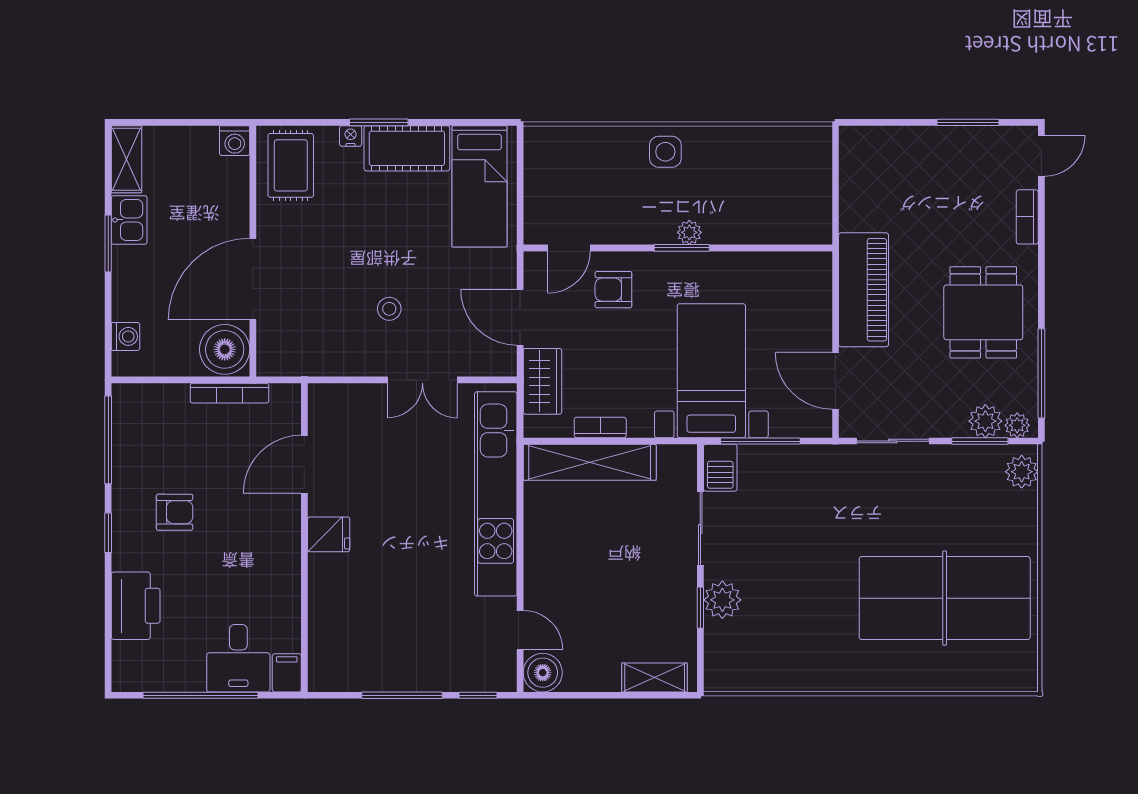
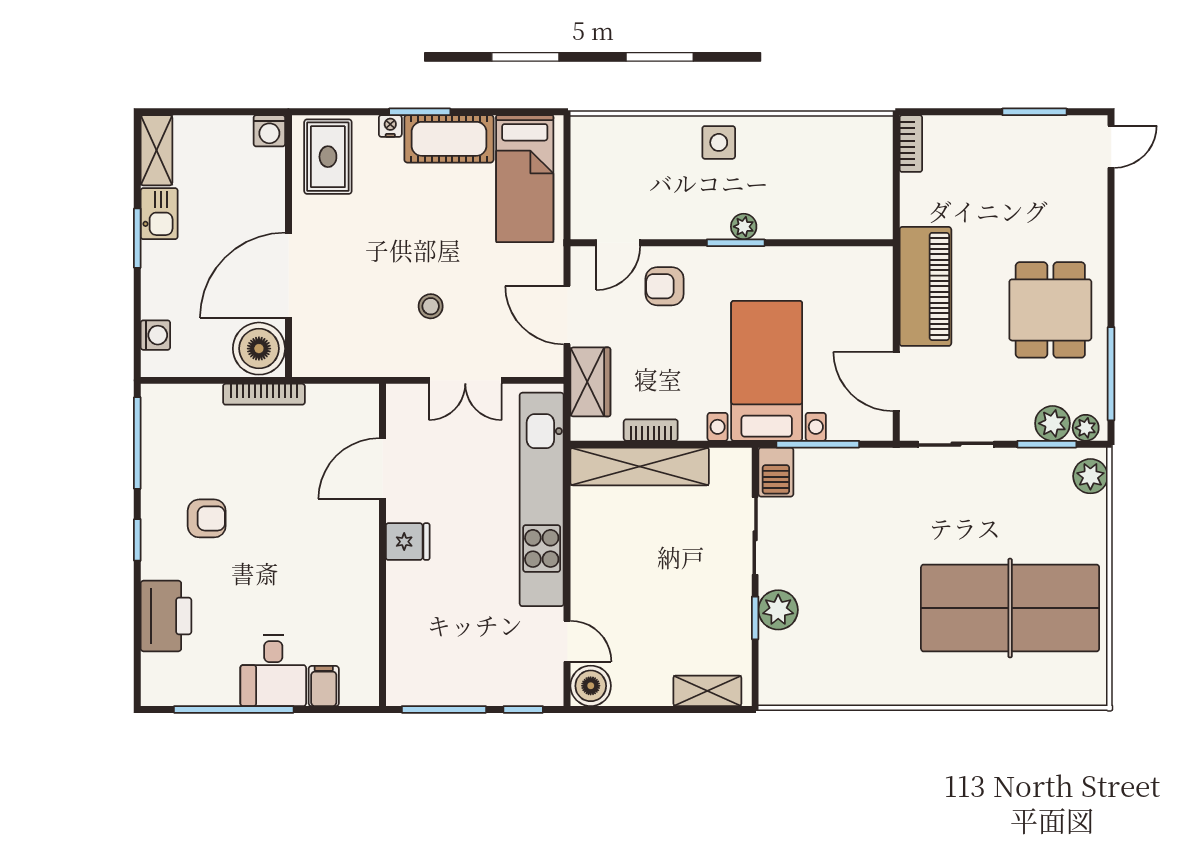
bookcase: (1027, 217) -> (911, 144), moved, turned 180
door: (304, 464) -> (382, 468), moved
fridge: (329, 534) -> (408, 542), moved
wall: (304, 538) -> (382, 545), moved

